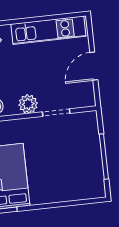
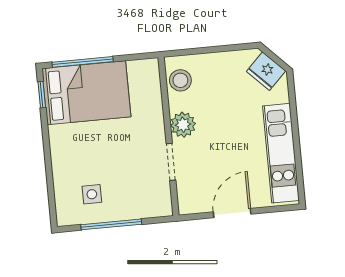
door: (94, 66) -> (232, 213), hinge flipped
side table: (81, 171) -> (92, 194), added

